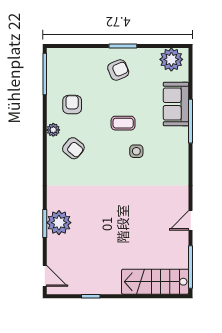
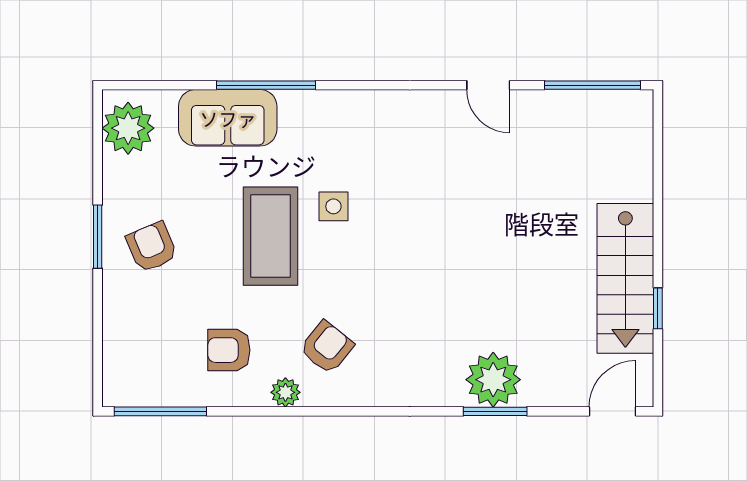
coffee table: (123, 123) -> (270, 236), width x1.86, depth x1.72
stairs: (155, 282) -> (625, 278), moved

